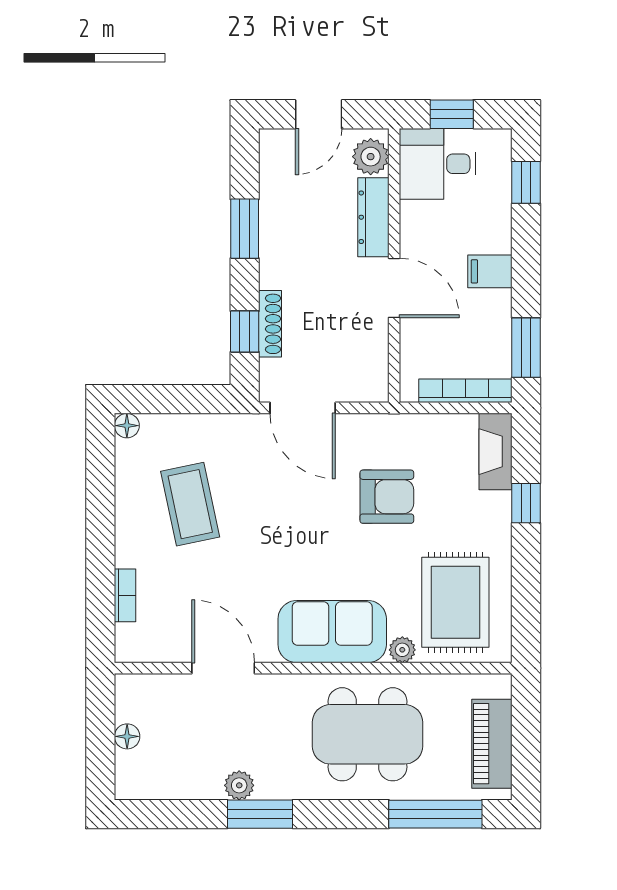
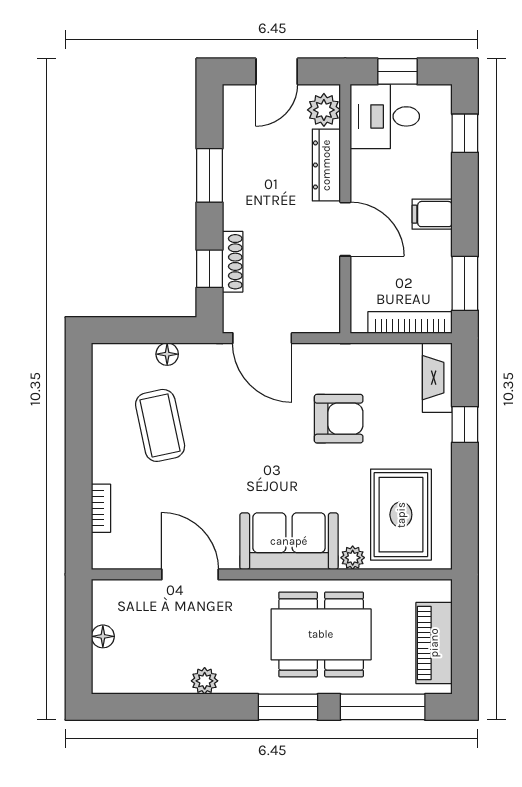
floor lamp: (127, 426) -> (167, 354), moved
window: (260, 814) -> (288, 707), moved

